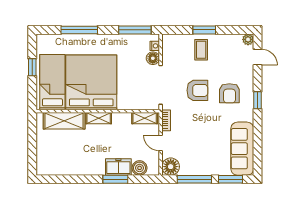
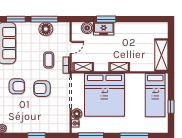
coffee table: (201, 50) -> (49, 60), moved
bed: (91, 82) -> (104, 95), moved
armchair: (229, 93) -> (17, 86), turned 90
shelving: (64, 121) -> (161, 55), moved, turned 90
door: (161, 143) -> (71, 47), hinge flipped
floor lamp: (171, 167) -> (46, 29), moved

